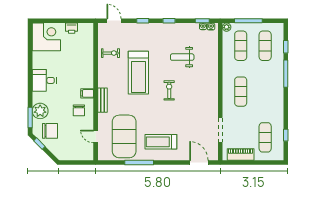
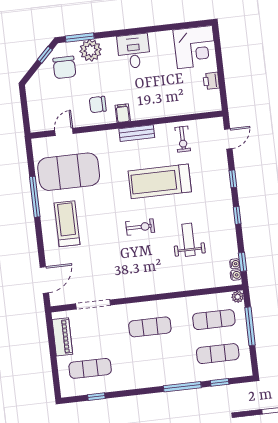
bench: (102, 100) -> (137, 133), moved

